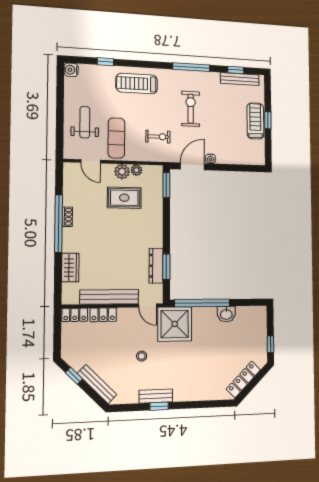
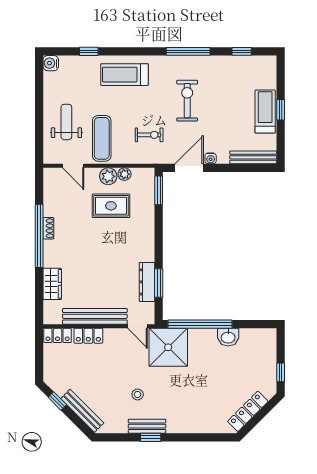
bench: (240, 79) -> (253, 157), moved
stool: (142, 356) -> (138, 394), moved

